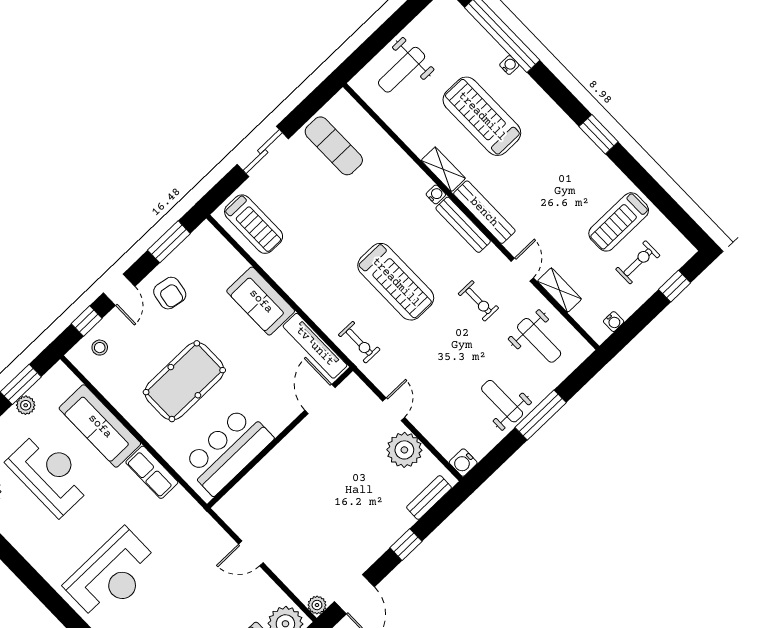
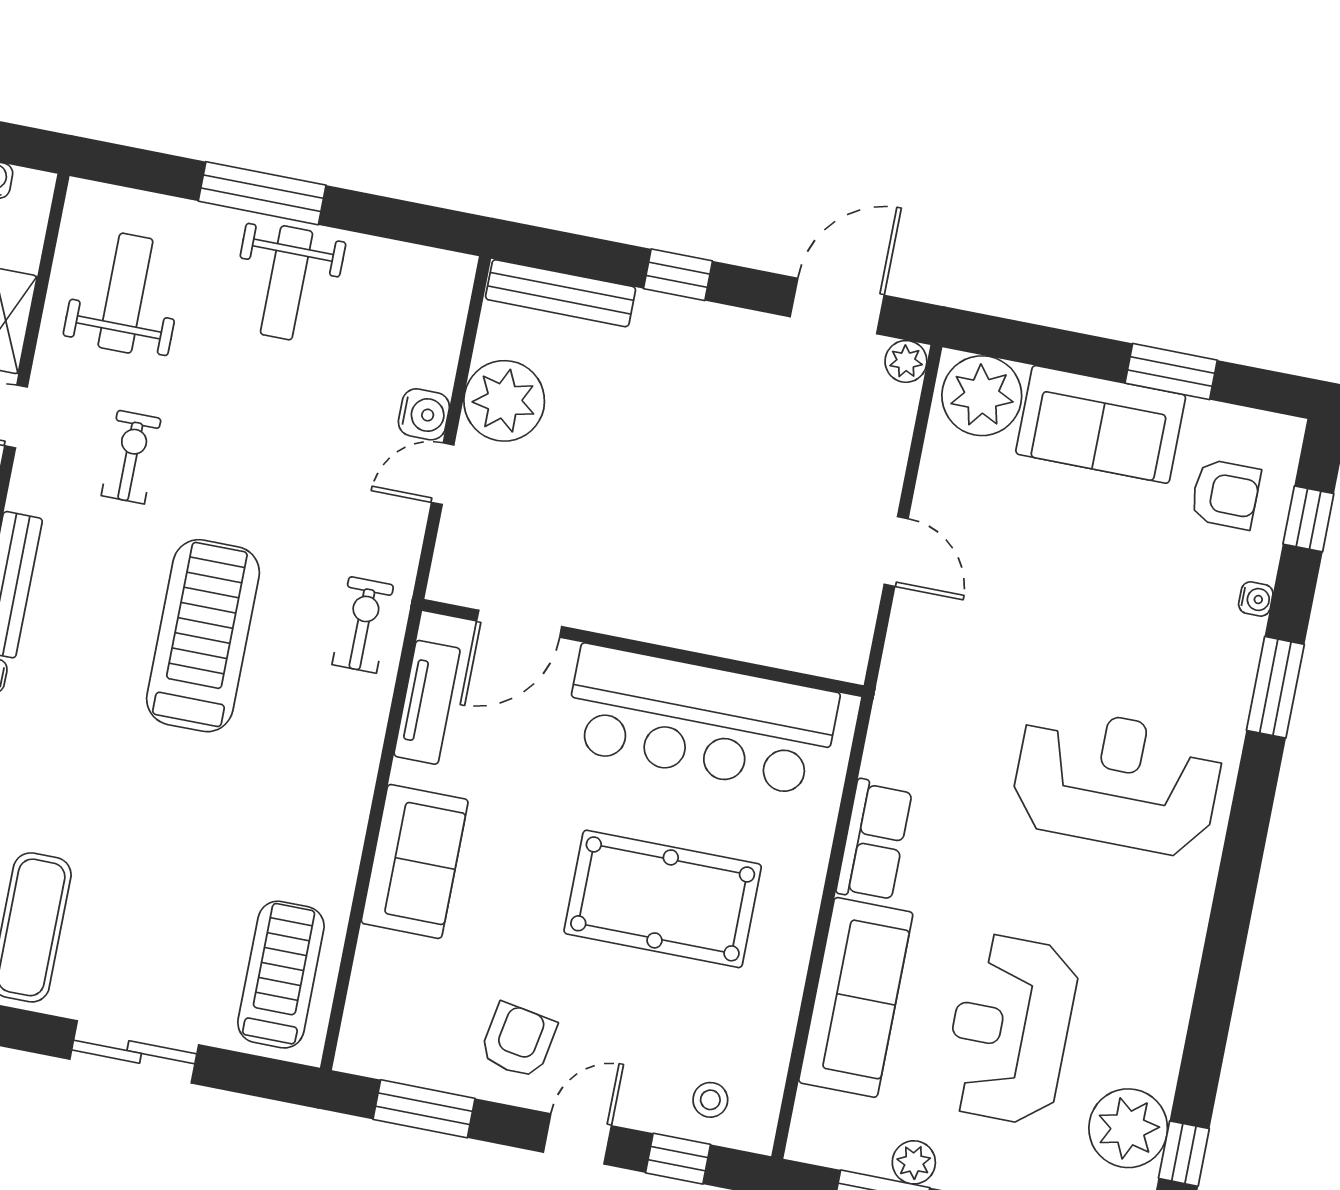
tv unit: (315, 346) -> (427, 702), width x0.71
bar counter: (228, 451) -> (701, 720), width x1.36
water cooler: (463, 463) -> (424, 414), moved
bench: (429, 497) -> (561, 293), width x1.36

